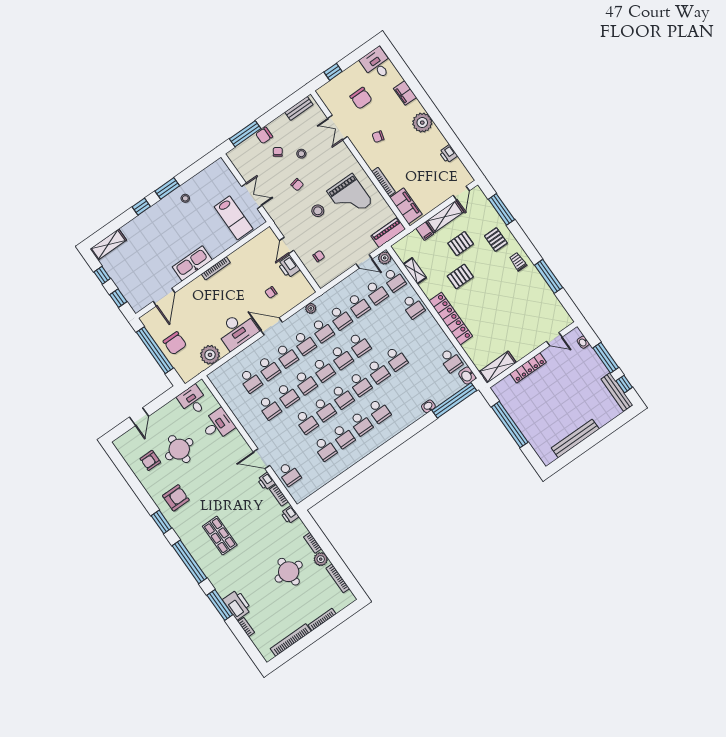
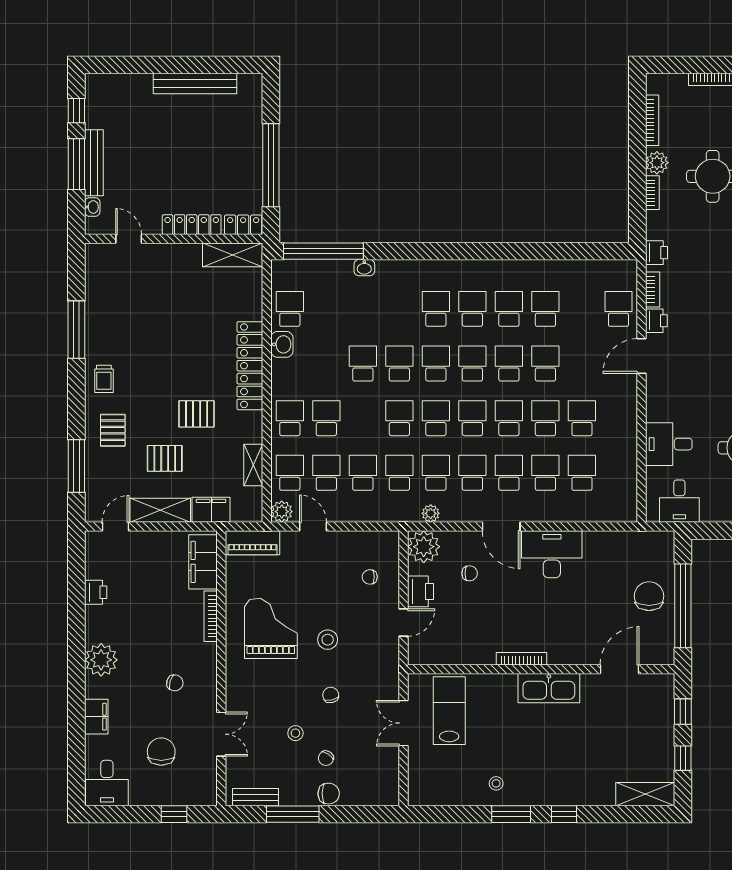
window: (245, 134) -> (293, 814), moved
filing cabinet: (425, 231) -> (211, 510), width x2.00
school desk: (395, 319) -> (326, 418), added
plant: (210, 355) -> (424, 547), moved
washbasin: (467, 376) -> (282, 344), moved
locker: (503, 386) -> (243, 225), added
bench: (617, 392) -> (94, 163), moved
door: (262, 459) -> (641, 356), swing flipped

